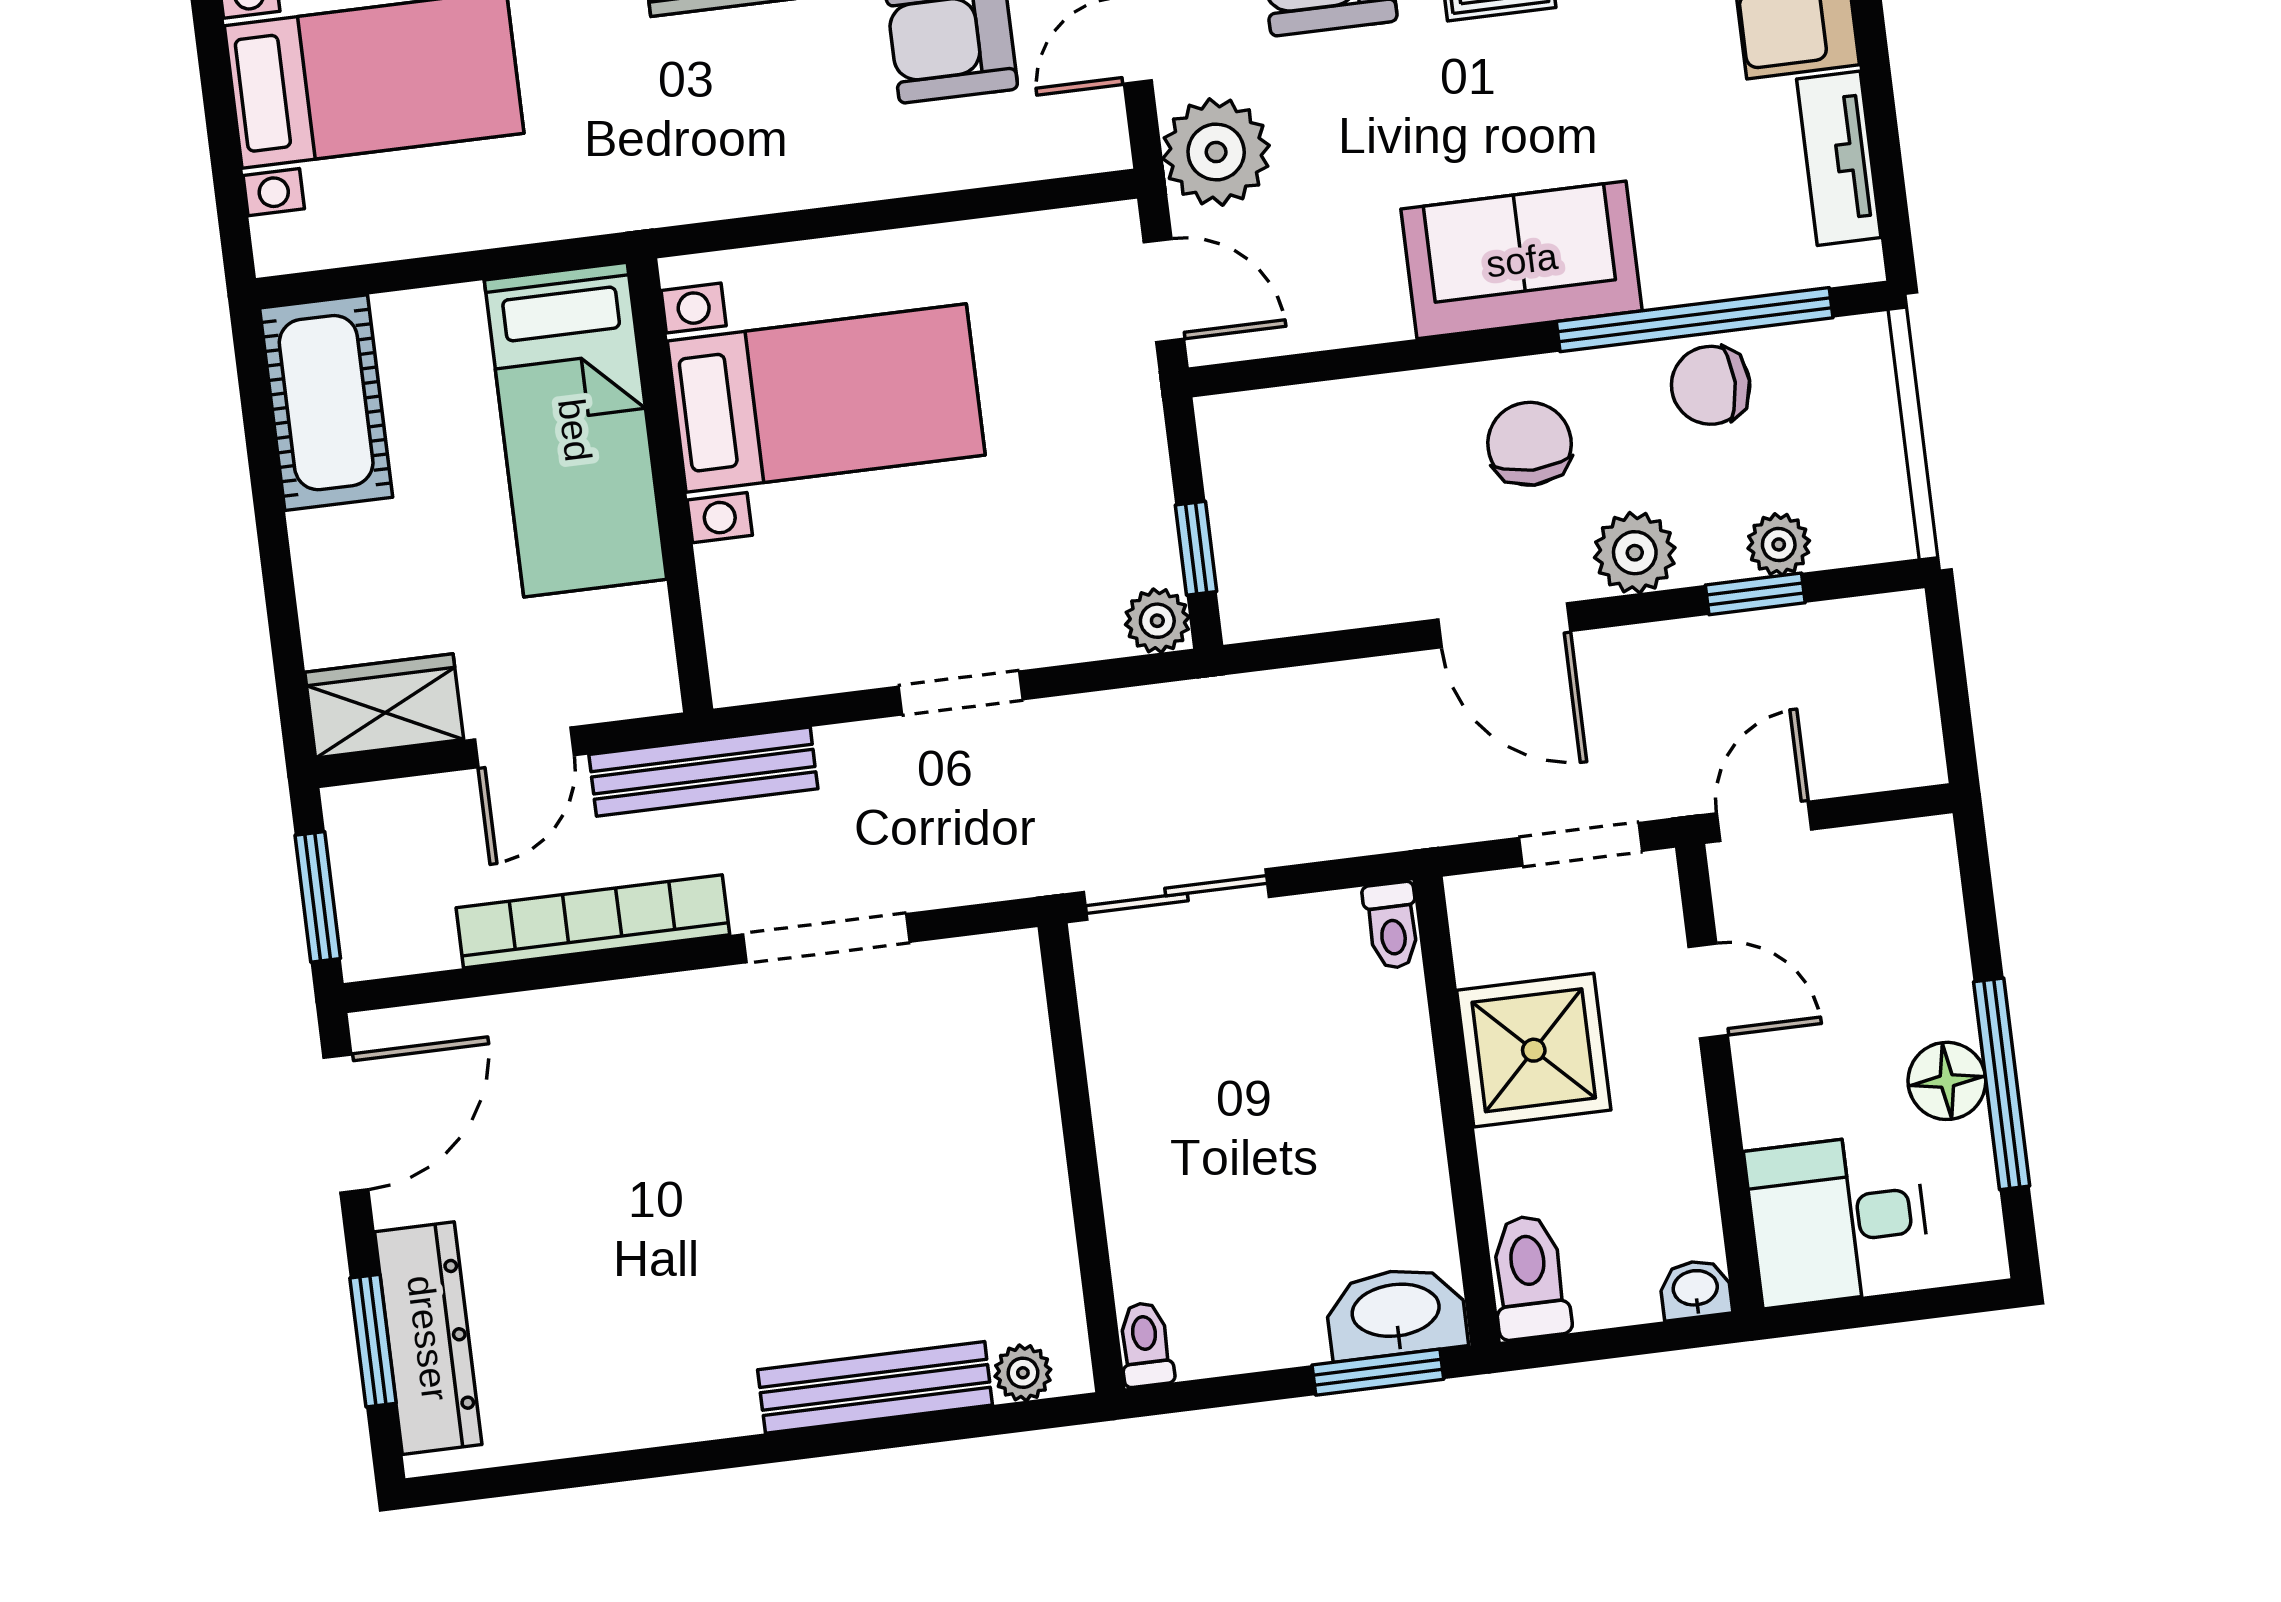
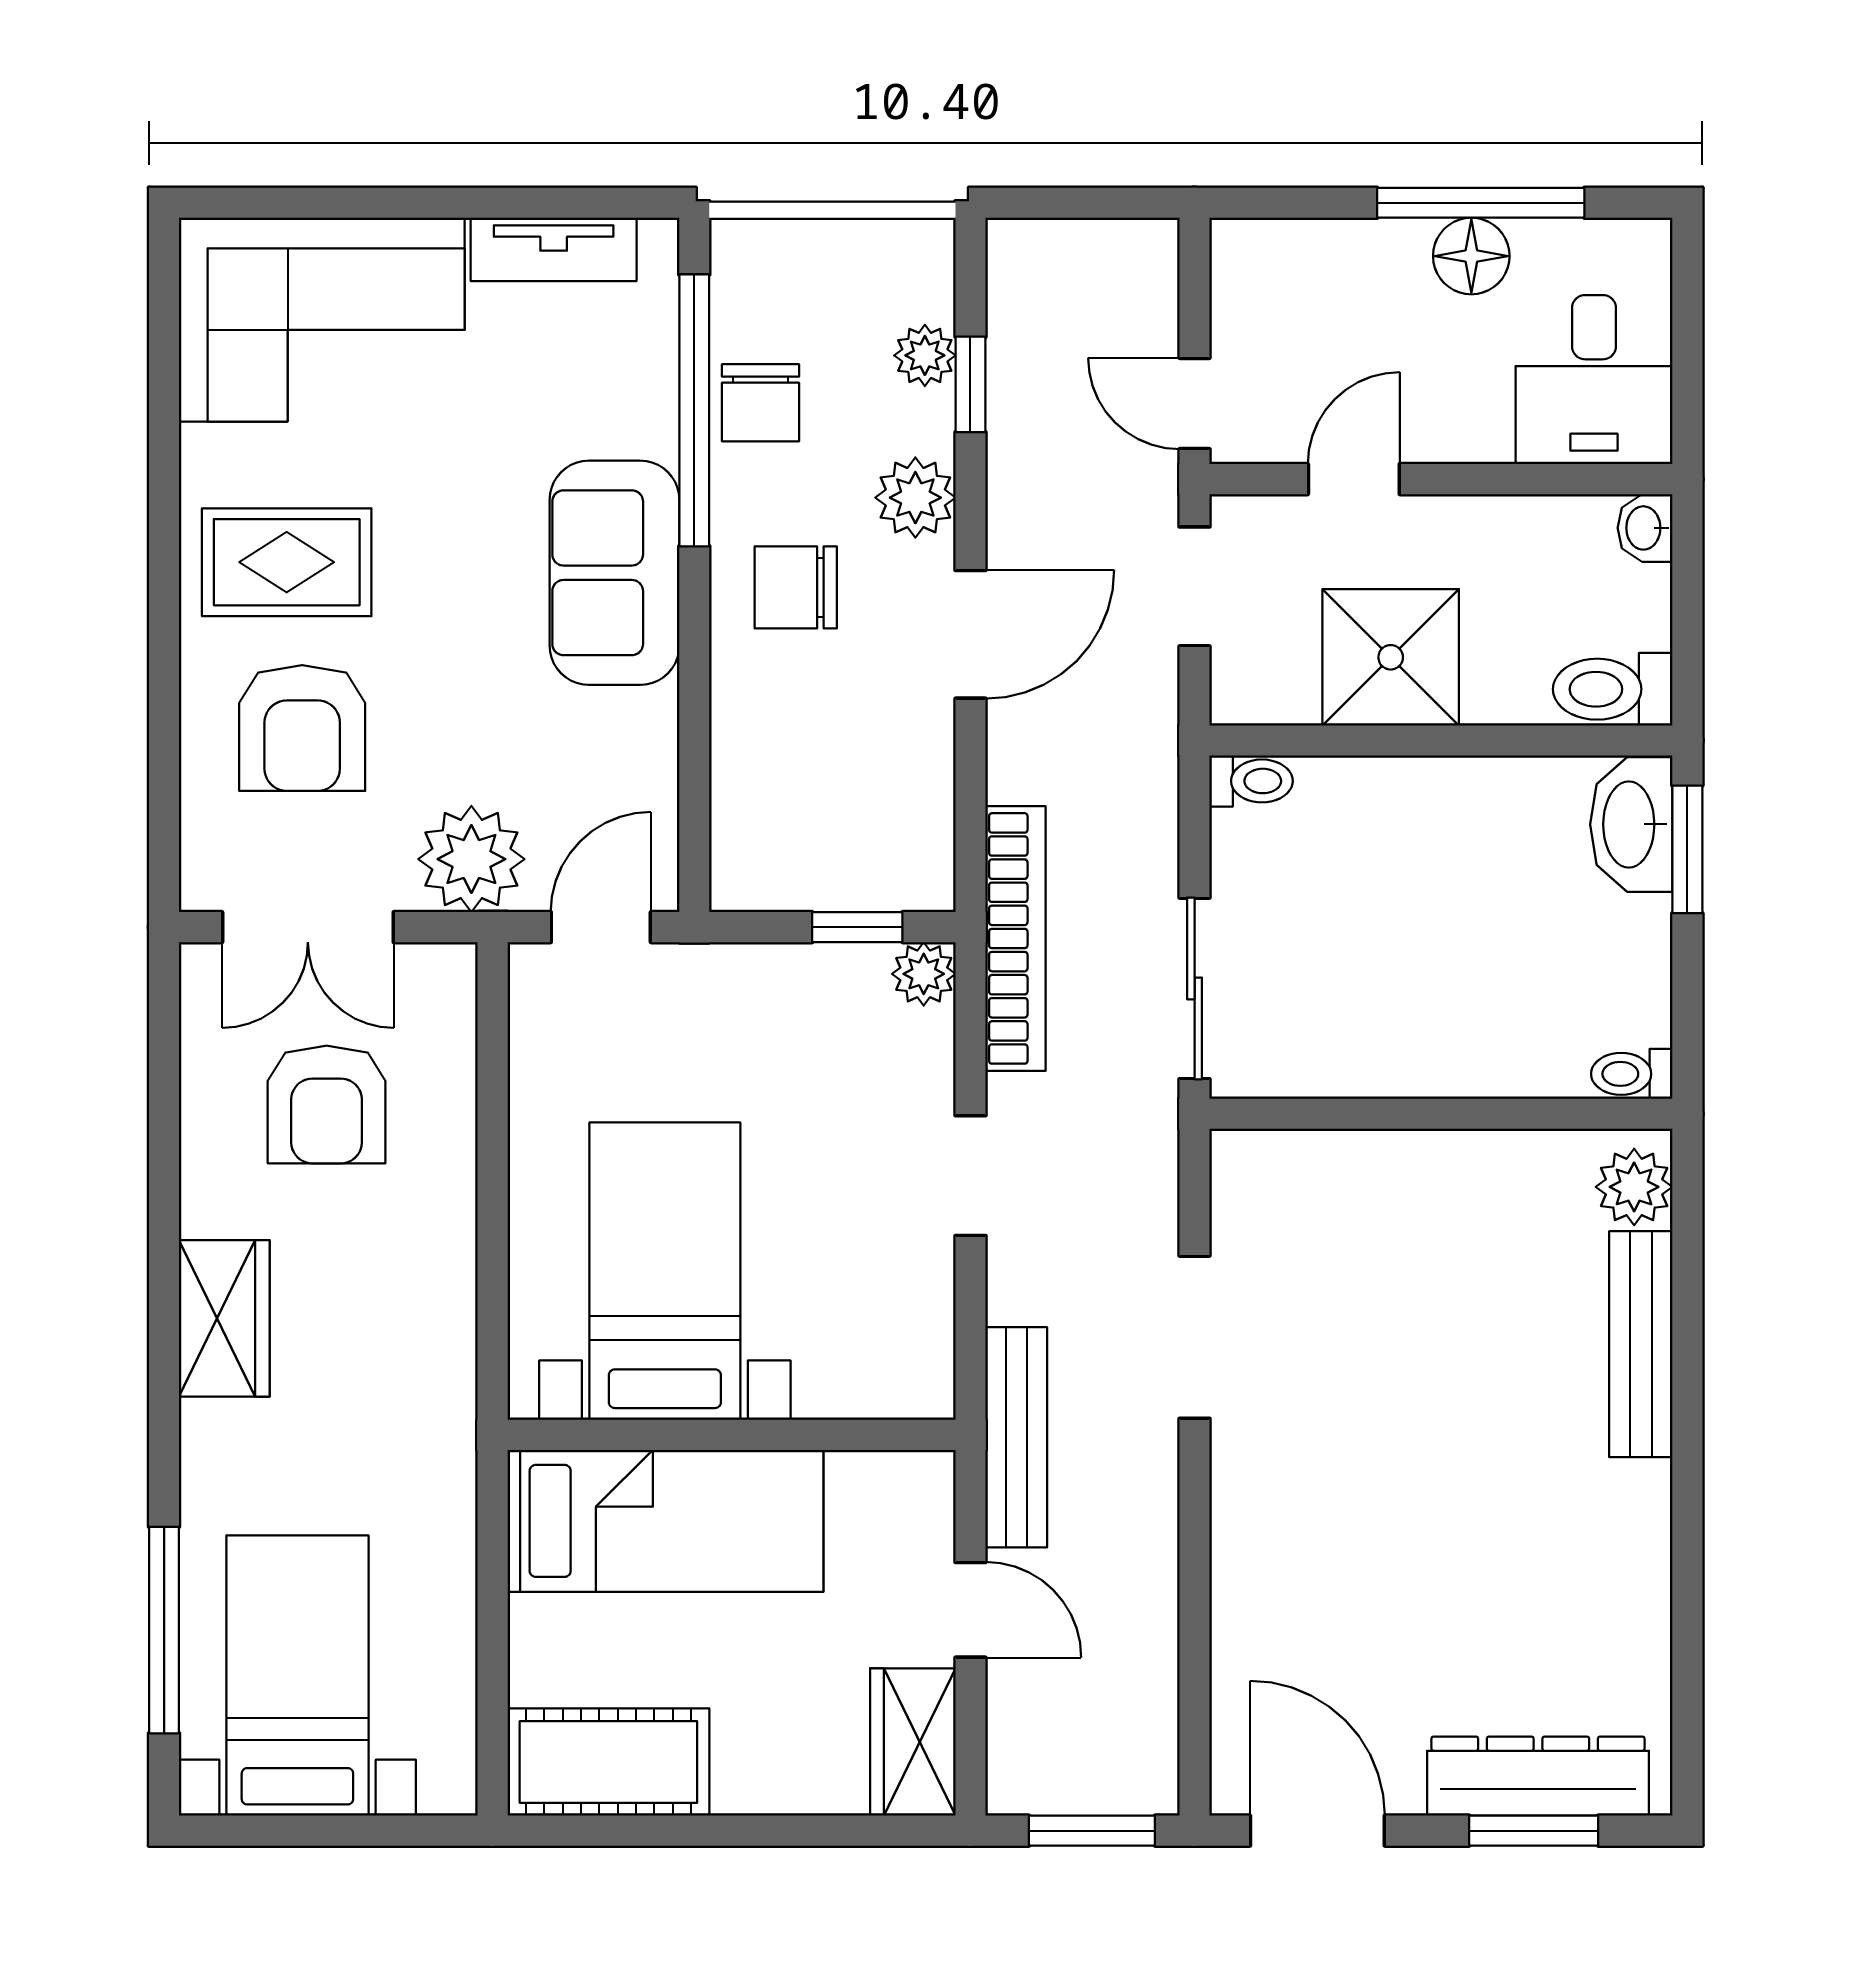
bookcase: (593, 921) -> (1015, 938), moved, turned 180
plant: (1023, 1373) -> (1634, 1187), width x1.38, depth x1.38

